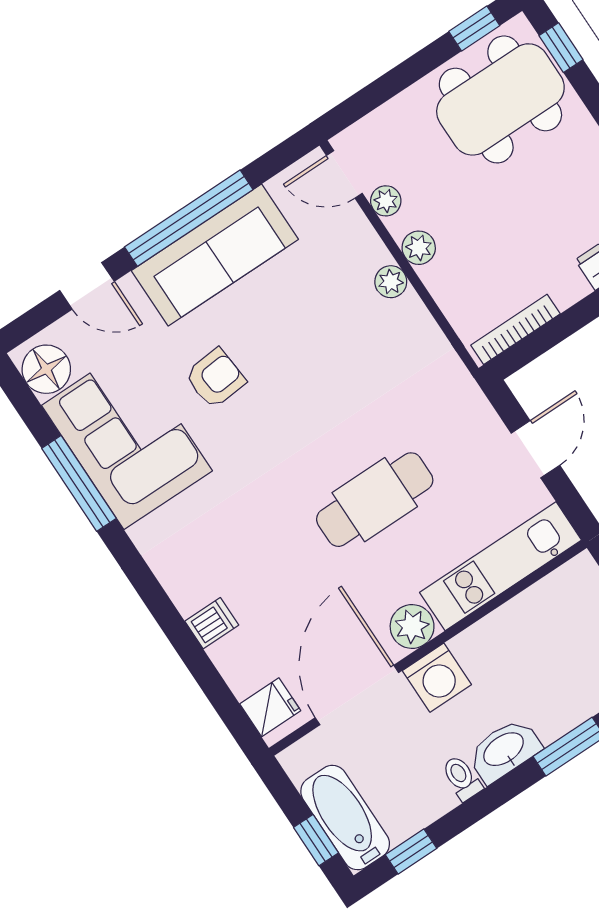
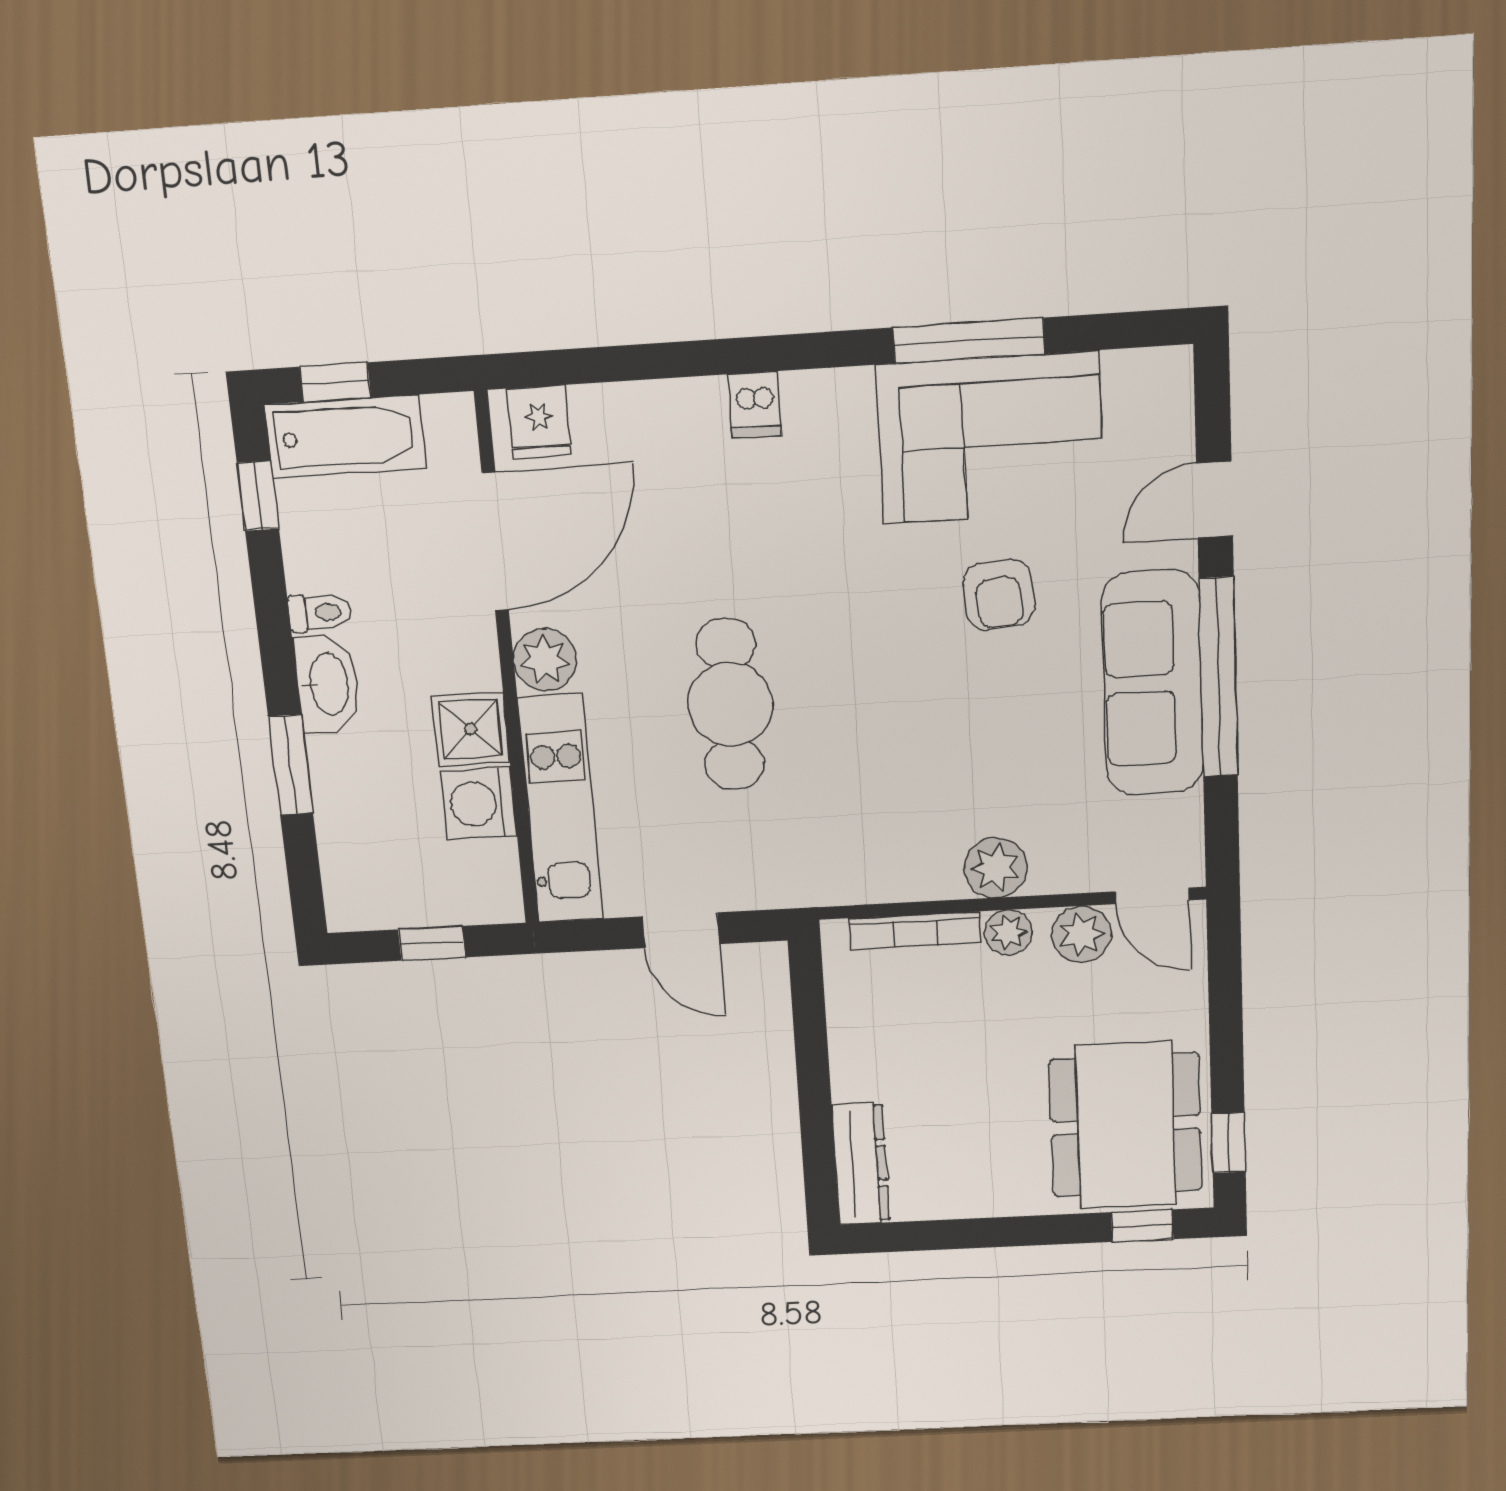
door: (344, 174) -> (1152, 896), swing flipped
plant: (386, 201) -> (1081, 934), width x1.38, depth x1.38
plant: (391, 282) -> (996, 868), width x1.38, depth x1.38
bookcase: (515, 329) -> (915, 931), moved, turned 90
floor lamp: (46, 369) -> (1141, 384), removed
dishwasher: (212, 623) -> (755, 405), moved
shower: (482, 648) -> (471, 729), added
washing machine: (437, 678) -> (479, 803), moved
door: (357, 695) -> (495, 542), hinge flipped

